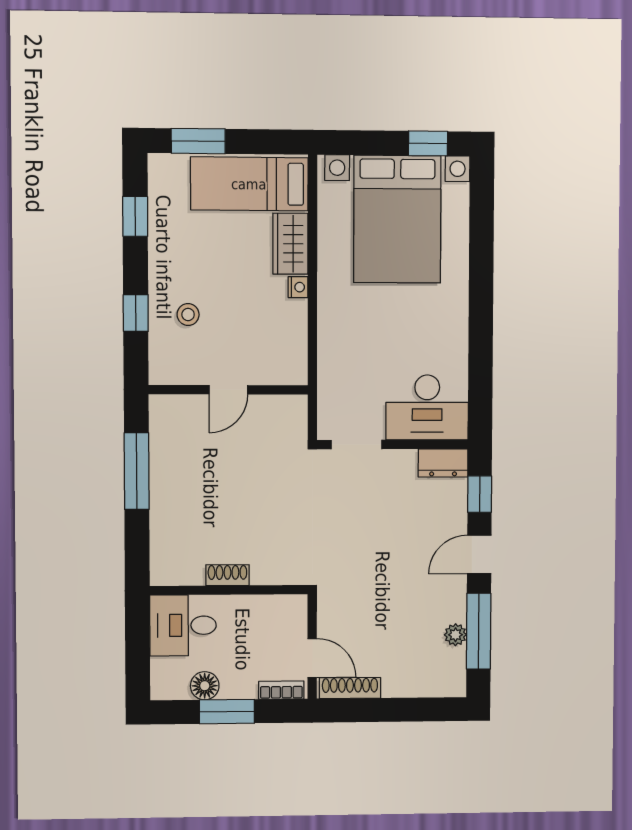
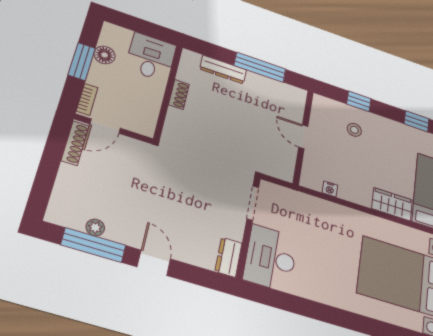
nightstand: (298, 287) -> (330, 189), moved
window: (480, 494) -> (200, 276), removed
dresser: (162, 523) -> (223, 69), added

